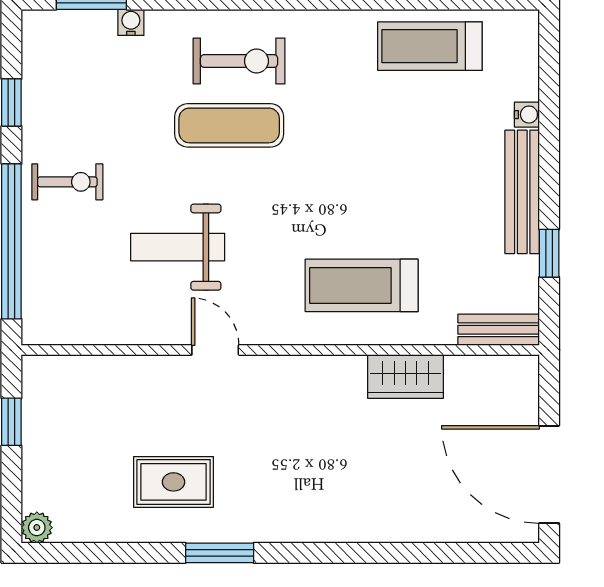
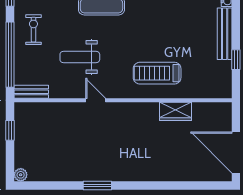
exercise bike: (67, 182) -> (33, 30), turned -90
bench: (499, 330) -> (31, 92), moved
rug: (173, 482) -> (78, 156), removed

